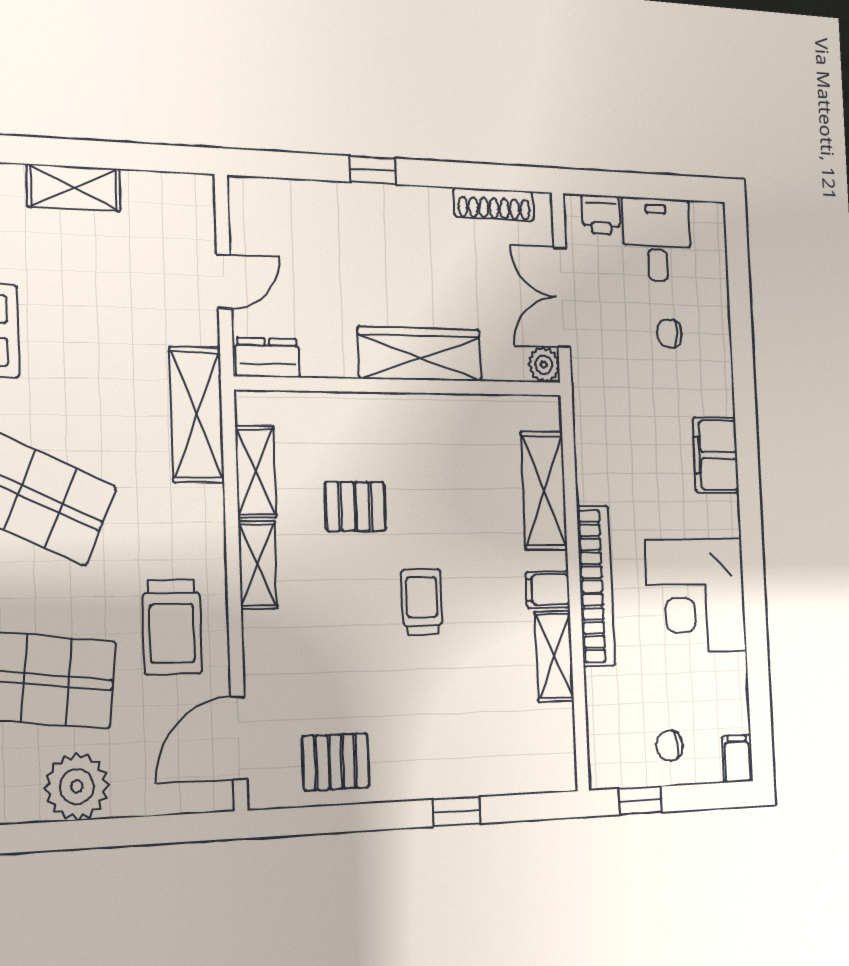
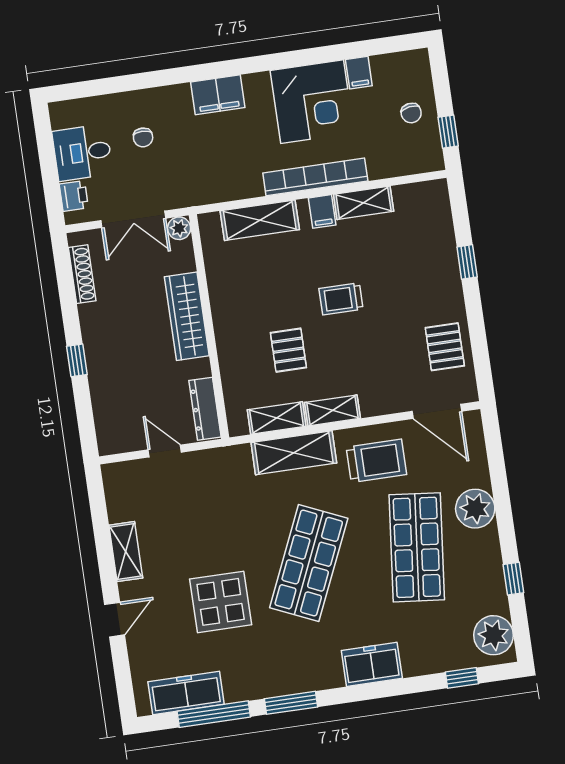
dresser: (267, 358) -> (205, 409), width x1.44
shelving: (197, 415) -> (294, 453), moved
filing cabinet: (737, 759) -> (359, 73), moved, turned -90

